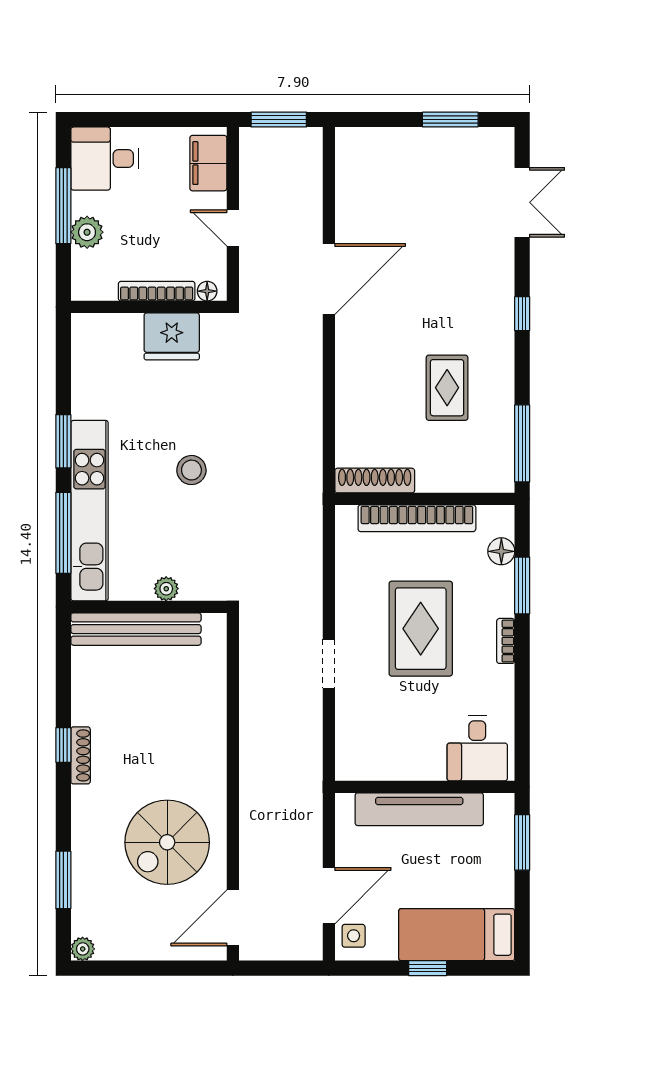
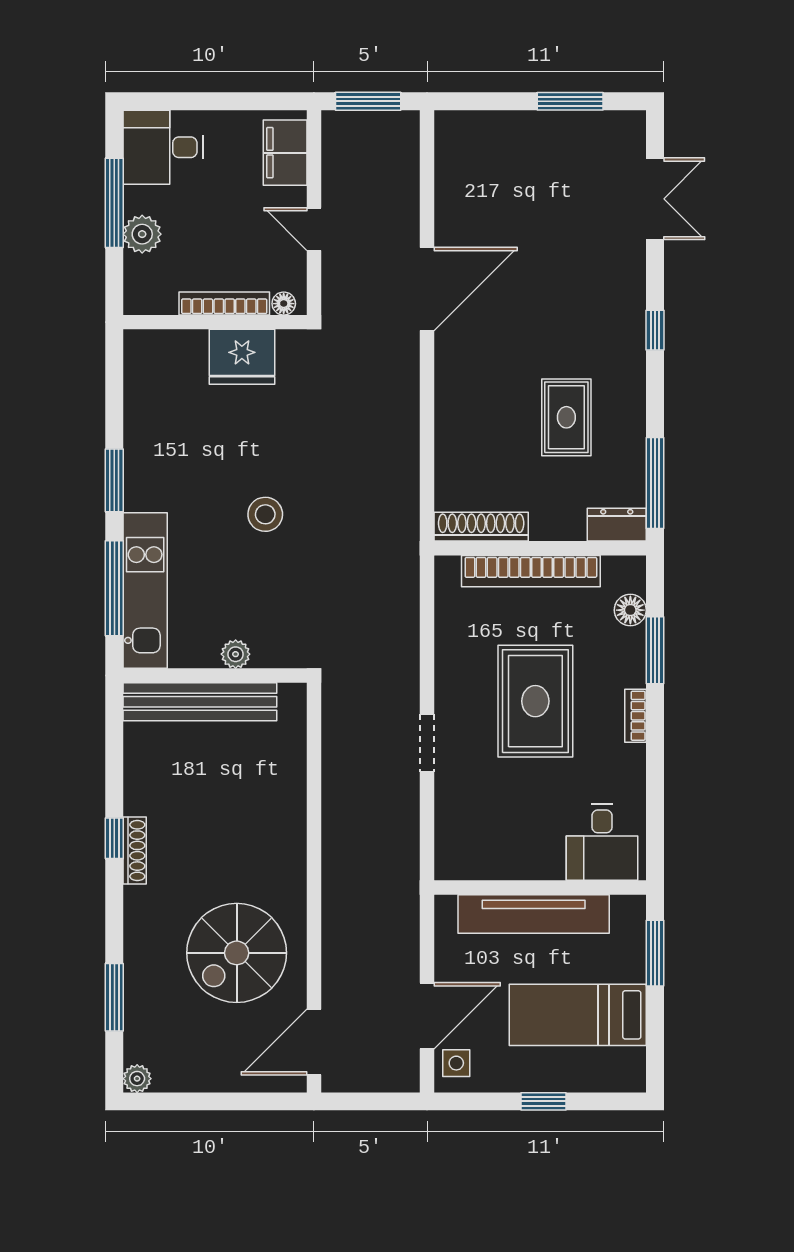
dresser: (490, 479) -> (617, 525), added
kitchen unit: (89, 511) -> (145, 590), width x0.73
bed: (457, 935) -> (578, 1015), moved

